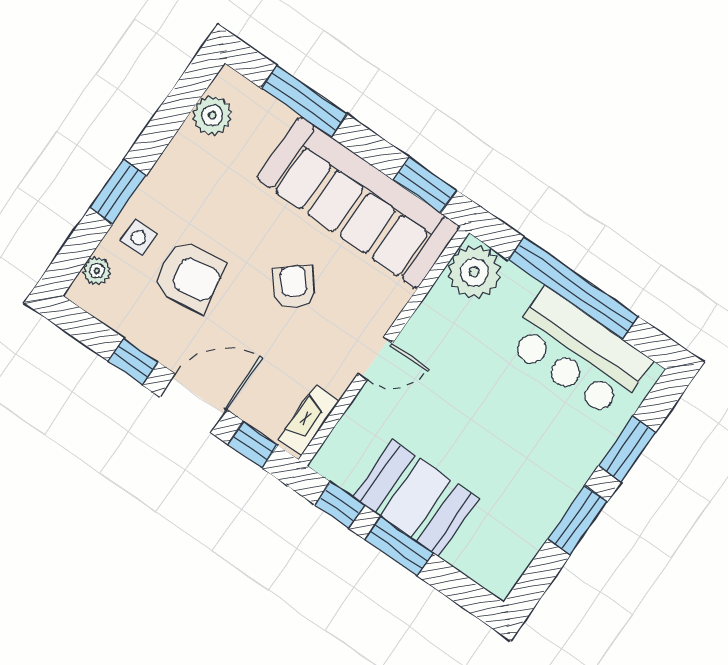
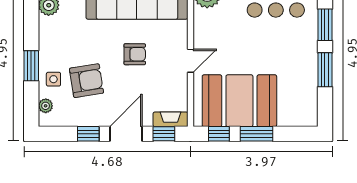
armchair: (294, 287) -> (135, 54), turned 130
fireplace: (309, 420) -> (171, 119), moved, turned 90
booth: (416, 498) -> (239, 101), width x1.36, depth x1.42

